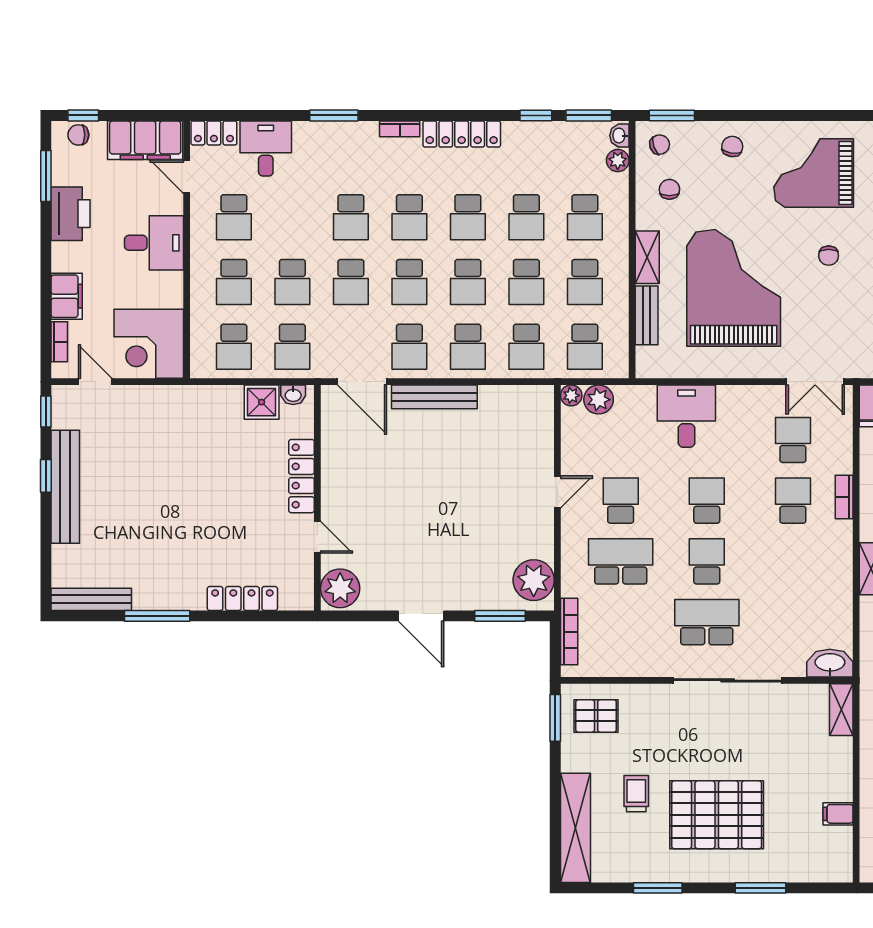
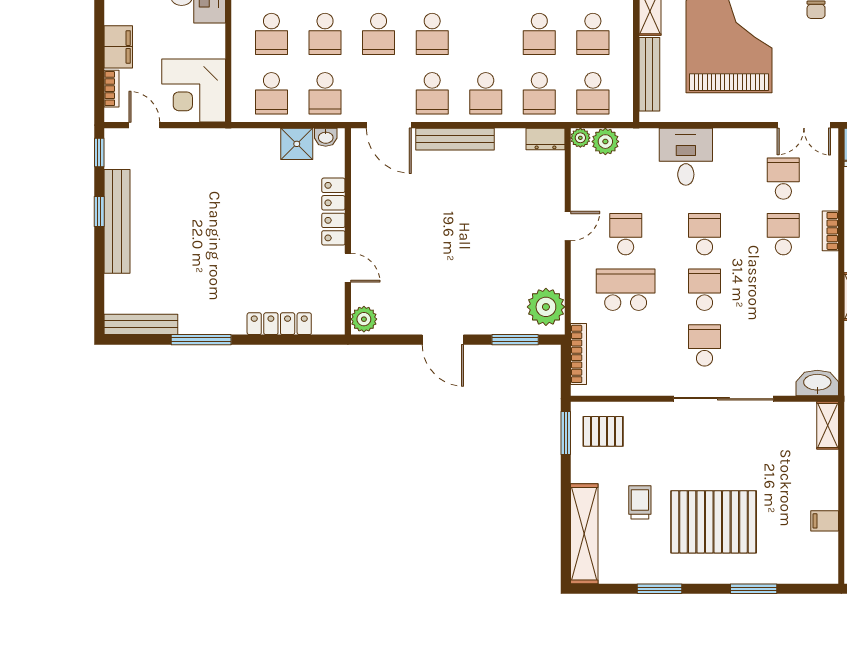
school desk: (468, 282) -> (486, 34), removed
bench: (647, 315) -> (649, 74), width x1.36
dresser: (533, 397) -> (545, 139), added
plant: (340, 588) -> (364, 319), width x0.73, depth x0.73
school desk: (707, 622) -> (705, 345), width x0.54

